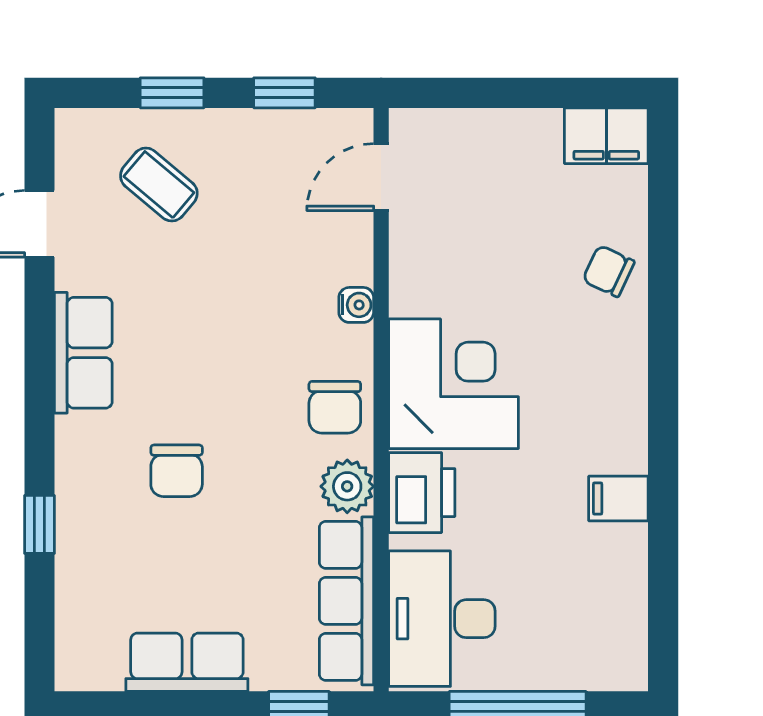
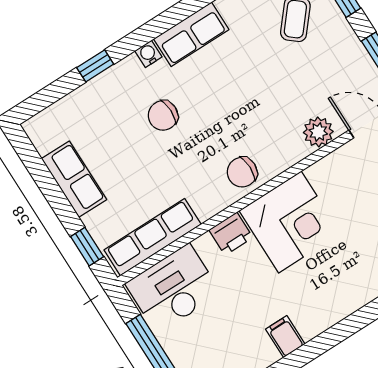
water cooler: (356, 305) -> (148, 54), moved, turned 180
plant: (347, 486) -> (318, 132), moved
printer: (422, 493) -> (231, 234), width x0.73, depth x0.81

